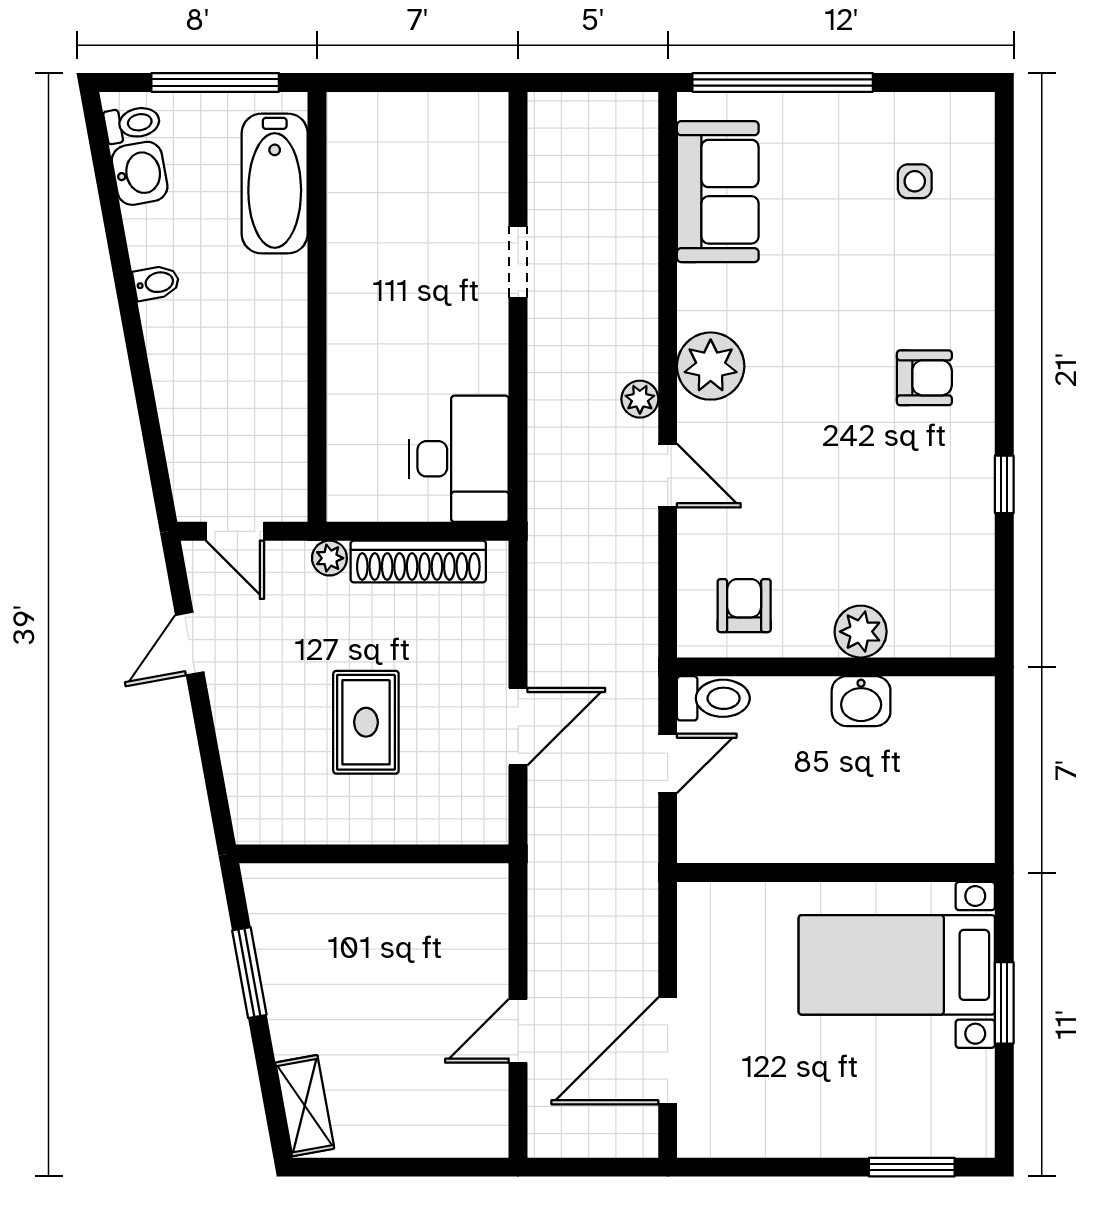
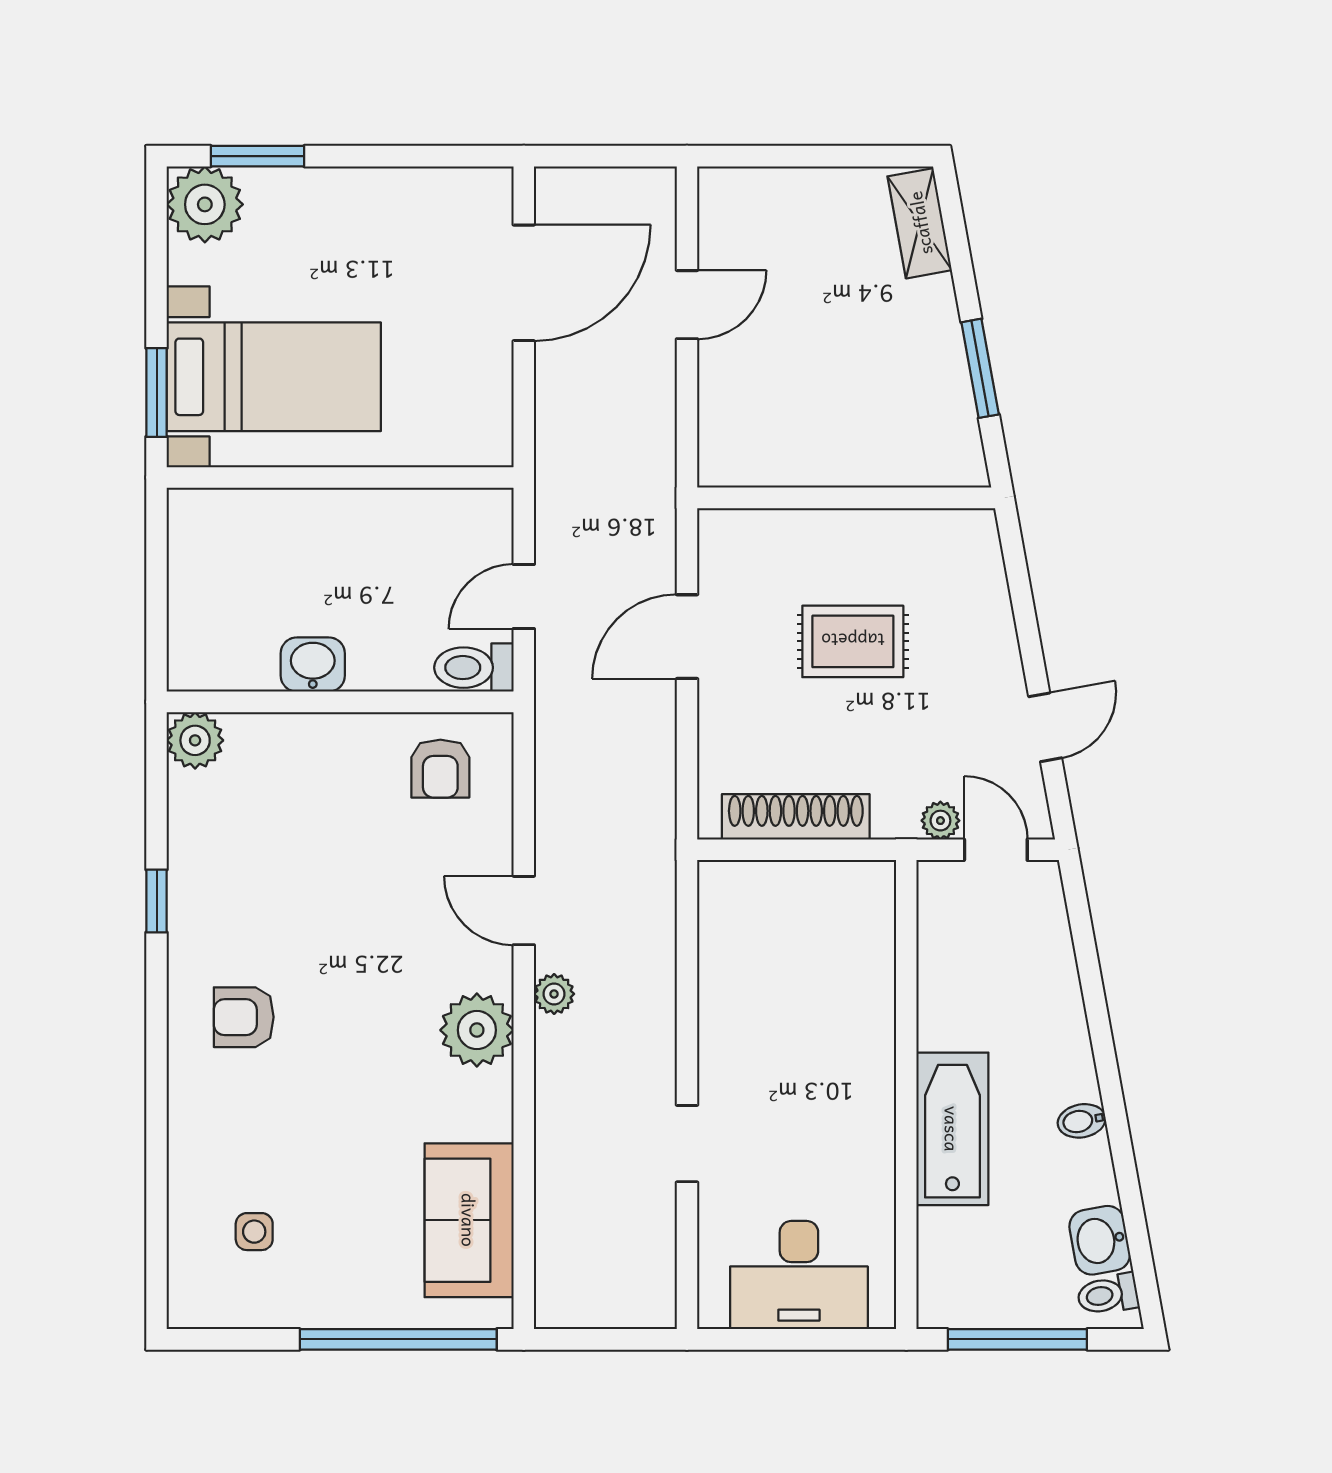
bathtub: (275, 184) -> (952, 1129), moved
desk: (459, 459) -> (799, 1275), moved, turned -90
plant: (329, 558) -> (940, 821), moved
plant: (861, 632) -> (195, 740), moved
rug: (366, 722) -> (853, 641), turned 90
window: (1004, 1003) -> (157, 392), moved
plant: (960, 1123) -> (205, 204), added

